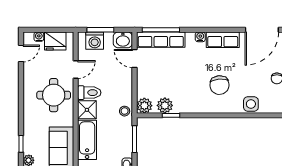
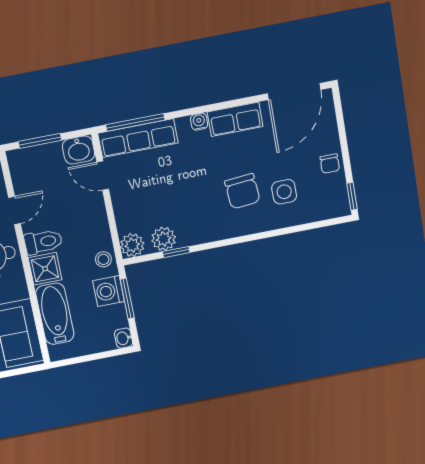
washing machine: (95, 41) -> (108, 291), moved, turned 90
side table: (251, 104) -> (284, 192), moved

